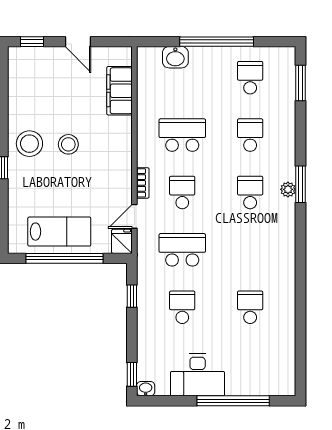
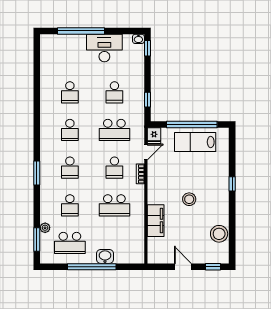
washbasin: (175, 57) -> (105, 256), moved
school desk: (250, 78) -> (70, 243), width x1.85
filing cabinet: (119, 91) -> (156, 221), moved
stool: (29, 144) -> (219, 234), moved
plant: (288, 189) -> (45, 228), moved
school desk: (250, 250) -> (70, 130), added

